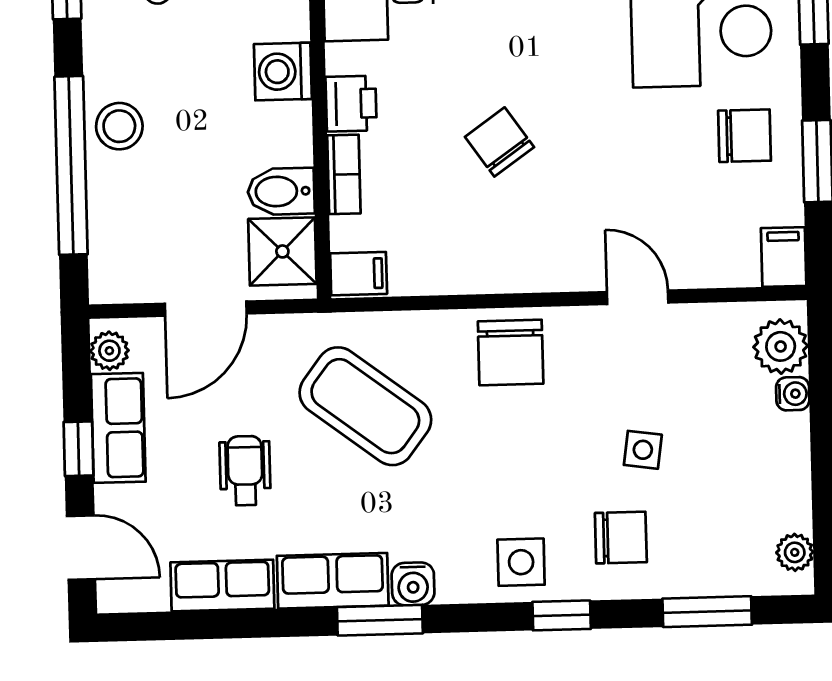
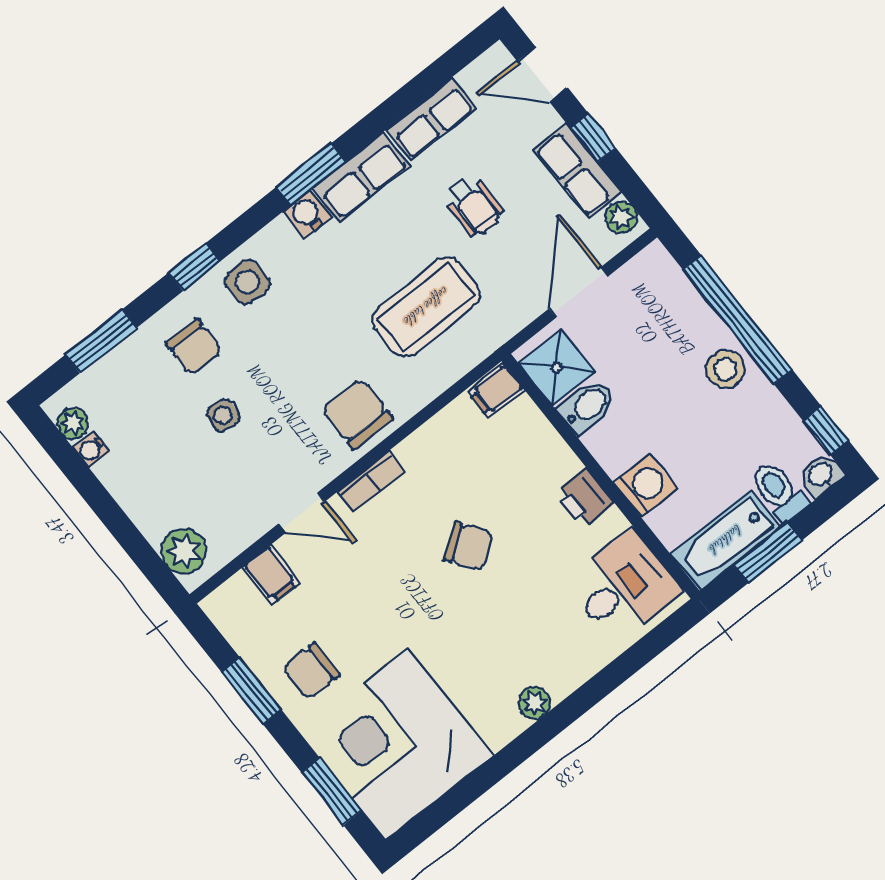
bookcase: (344, 174) -> (372, 481), moved, turned -90
filing cabinet: (784, 257) -> (271, 575), moved
water cooler: (793, 394) -> (91, 449), moved
coffee table: (365, 406) -> (426, 307), turned -37
chair: (621, 538) -> (194, 347), turned -90

